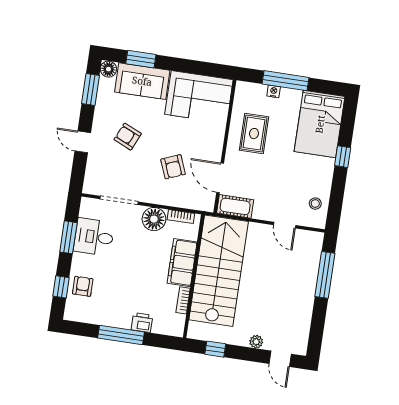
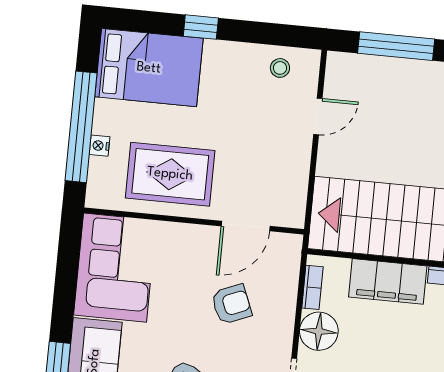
window: (286, 81) -> (81, 127), width x1.46
rug: (254, 134) -> (170, 174), width x1.36, depth x1.43
cot: (235, 206) -> (291, 199), removed

